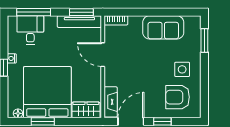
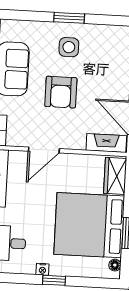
window: (204, 41) -> (69, 18), moved
armchair: (177, 97) -> (61, 92), moved

